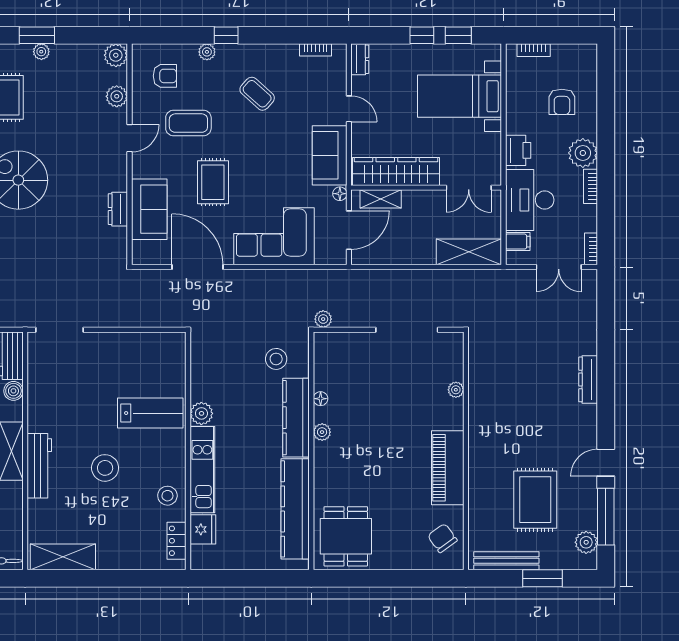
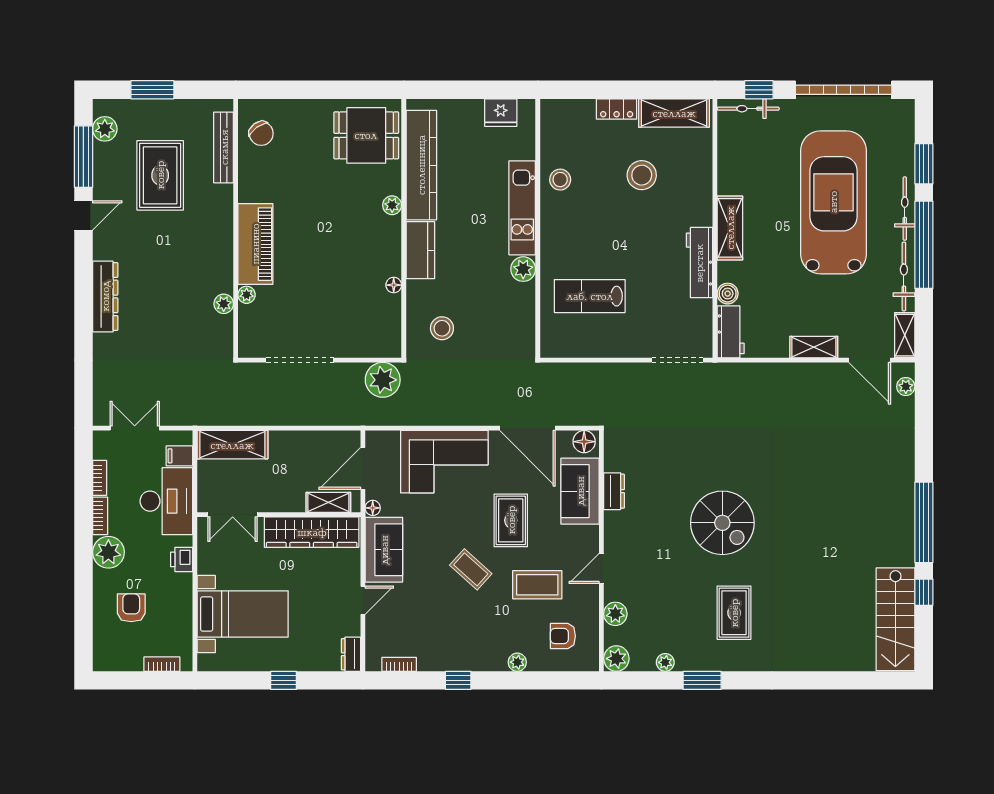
window: (226, 35) -> (458, 680), moved
window: (458, 35) -> (244, 680), removed
plant: (41, 52) -> (665, 662), moved
coffee table: (257, 94) -> (471, 569), moved
door: (349, 109) -> (363, 600), swing flipped
printer: (518, 150) -> (182, 559), width x0.73, depth x0.81
double door: (469, 188) -> (233, 515), swing flipped
bookcase: (591, 249) -> (100, 478), moved
floor lamp: (145, 255) -> (584, 442), added
plant: (323, 319) -> (383, 380), width x1.88, depth x1.88
dresser: (588, 379) -> (105, 296), width x1.37, depth x1.24
plant: (477, 381) -> (224, 304), added
lab bench: (150, 413) -> (590, 296), moved
kitchen counter: (296, 418) -> (420, 250), width x0.67
plant: (322, 432) -> (392, 205), moved
workbench: (39, 466) -> (699, 263), moved
stool: (105, 468) -> (642, 175), moved
piano: (448, 468) -> (255, 244), moved
fridge: (203, 529) -> (501, 113), moved, turned -90
dining table: (346, 536) -> (366, 135), turned 90
locker: (177, 541) -> (617, 109), moved, turned 90
bench: (506, 561) -> (224, 147), moved, turned 90

